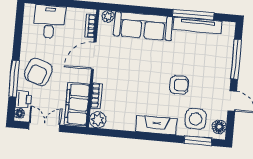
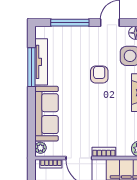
bookcase: (97, 96) -> (104, 152), moved

